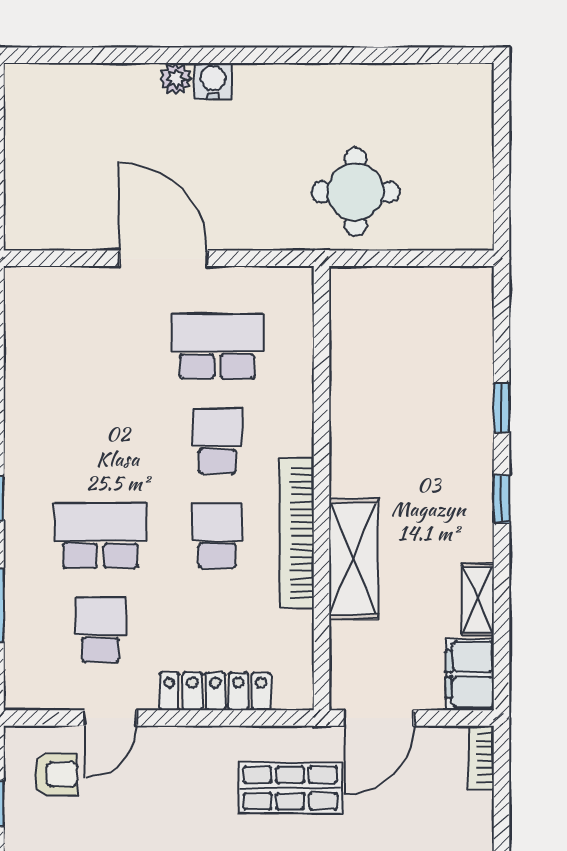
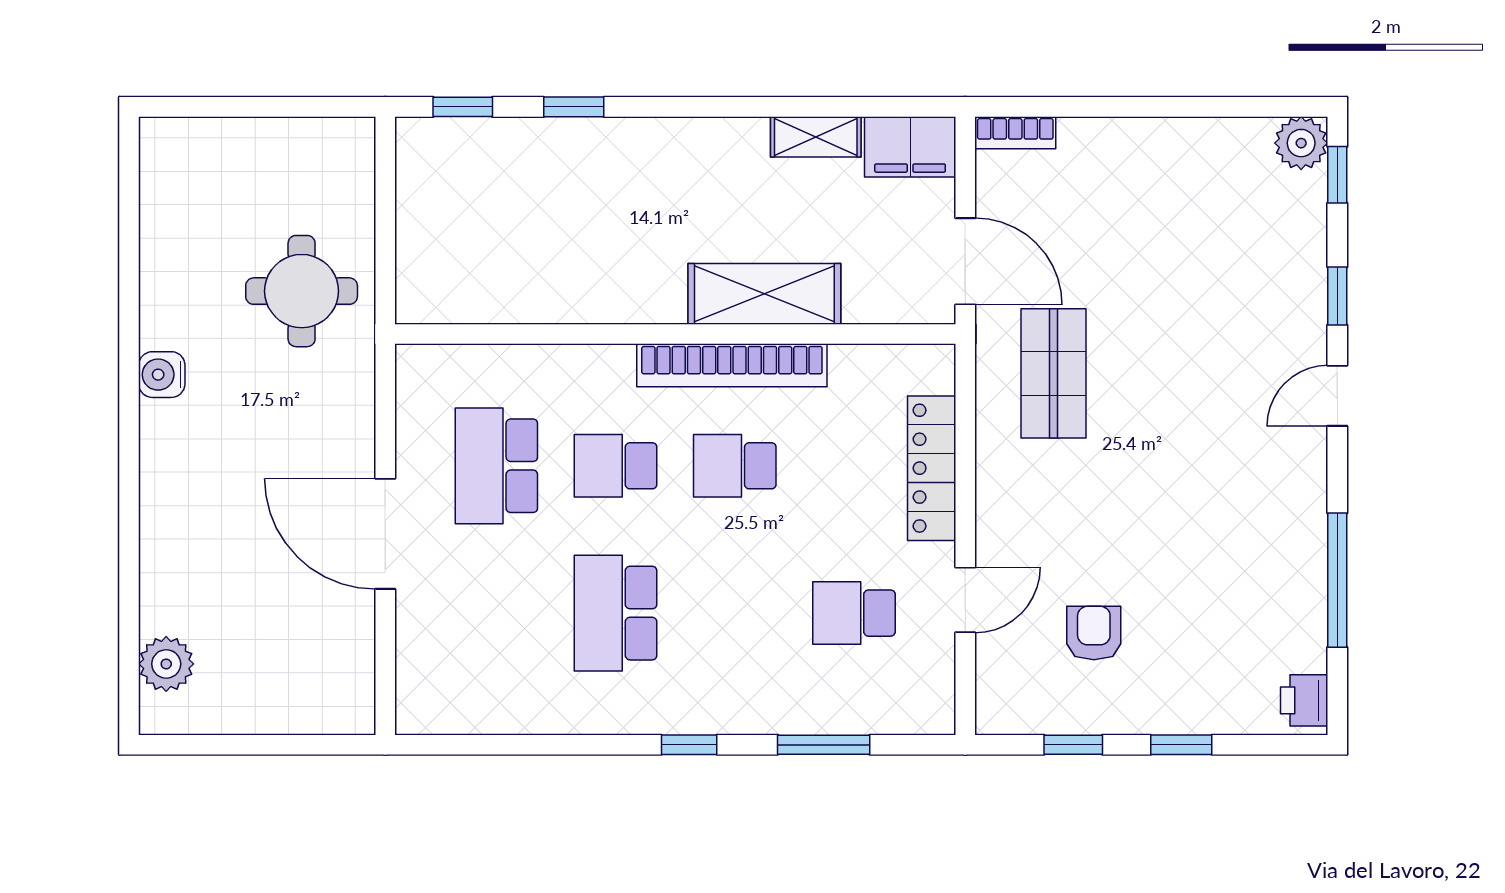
plant: (176, 79) -> (166, 664), moved, width x1.38, depth x1.38
water cooler: (213, 81) -> (162, 375), moved
door: (163, 258) -> (385, 534), hinge flipped
window: (502, 499) -> (463, 107), moved
school desk: (100, 535) -> (616, 613), moved
door: (111, 718) -> (965, 600), hinge flipped
armchair: (56, 774) -> (1094, 633), moved

